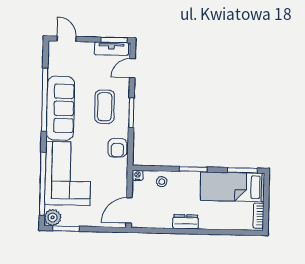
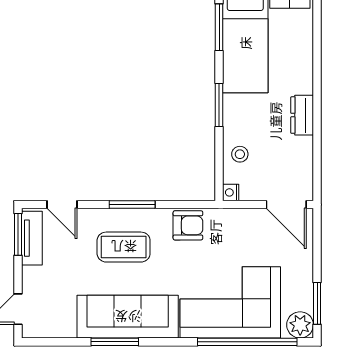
window: (45, 100) -> (115, 342), width x0.47

